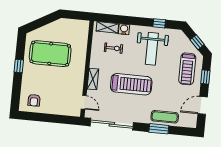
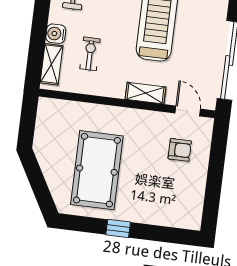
armchair: (34, 100) -> (180, 150), moved
door: (84, 102) -> (188, 111), hinge flipped

